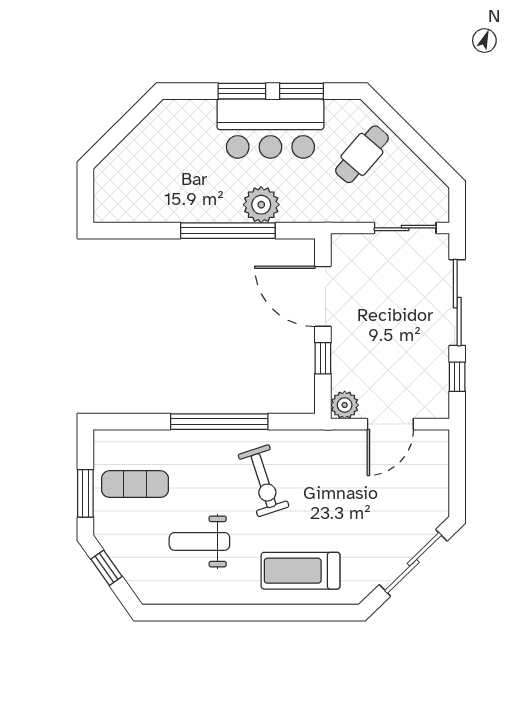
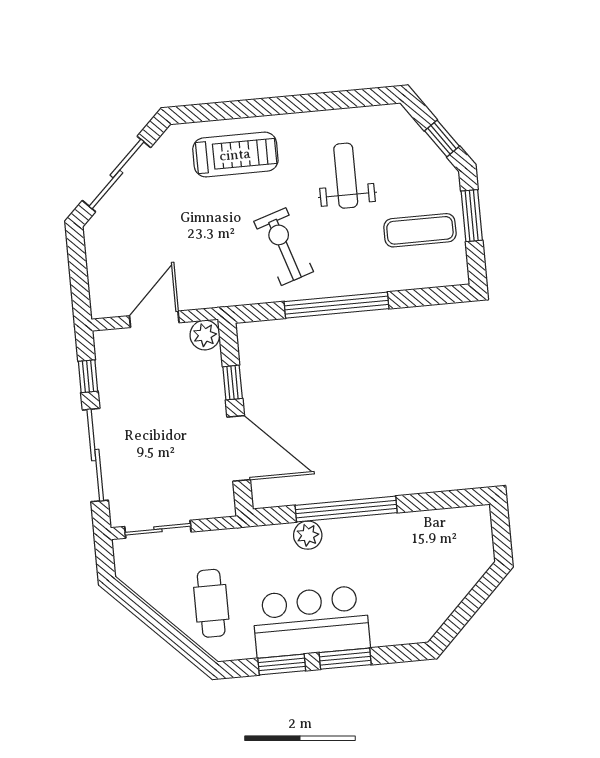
cafe table: (362, 154) -> (211, 603), turned -41
plant: (261, 205) -> (308, 535), width x0.73, depth x0.73
weight bench: (199, 541) -> (346, 176), turned -90

